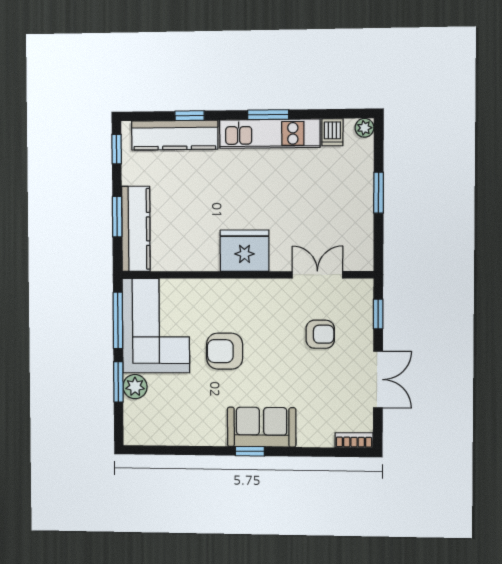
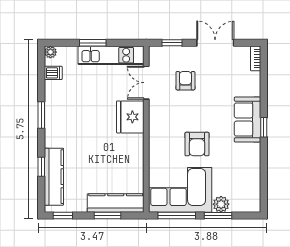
kitchen unit: (270, 134) -> (111, 55), moved, turned 90
fridge: (244, 251) -> (130, 117), moved

